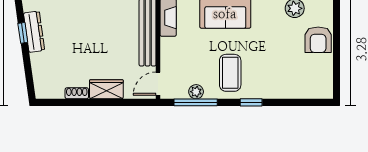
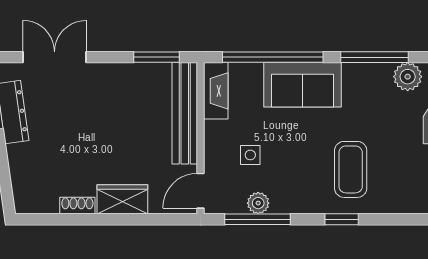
side table: (191, 60) -> (250, 155), added
coffee table: (230, 73) -> (351, 169), moved

